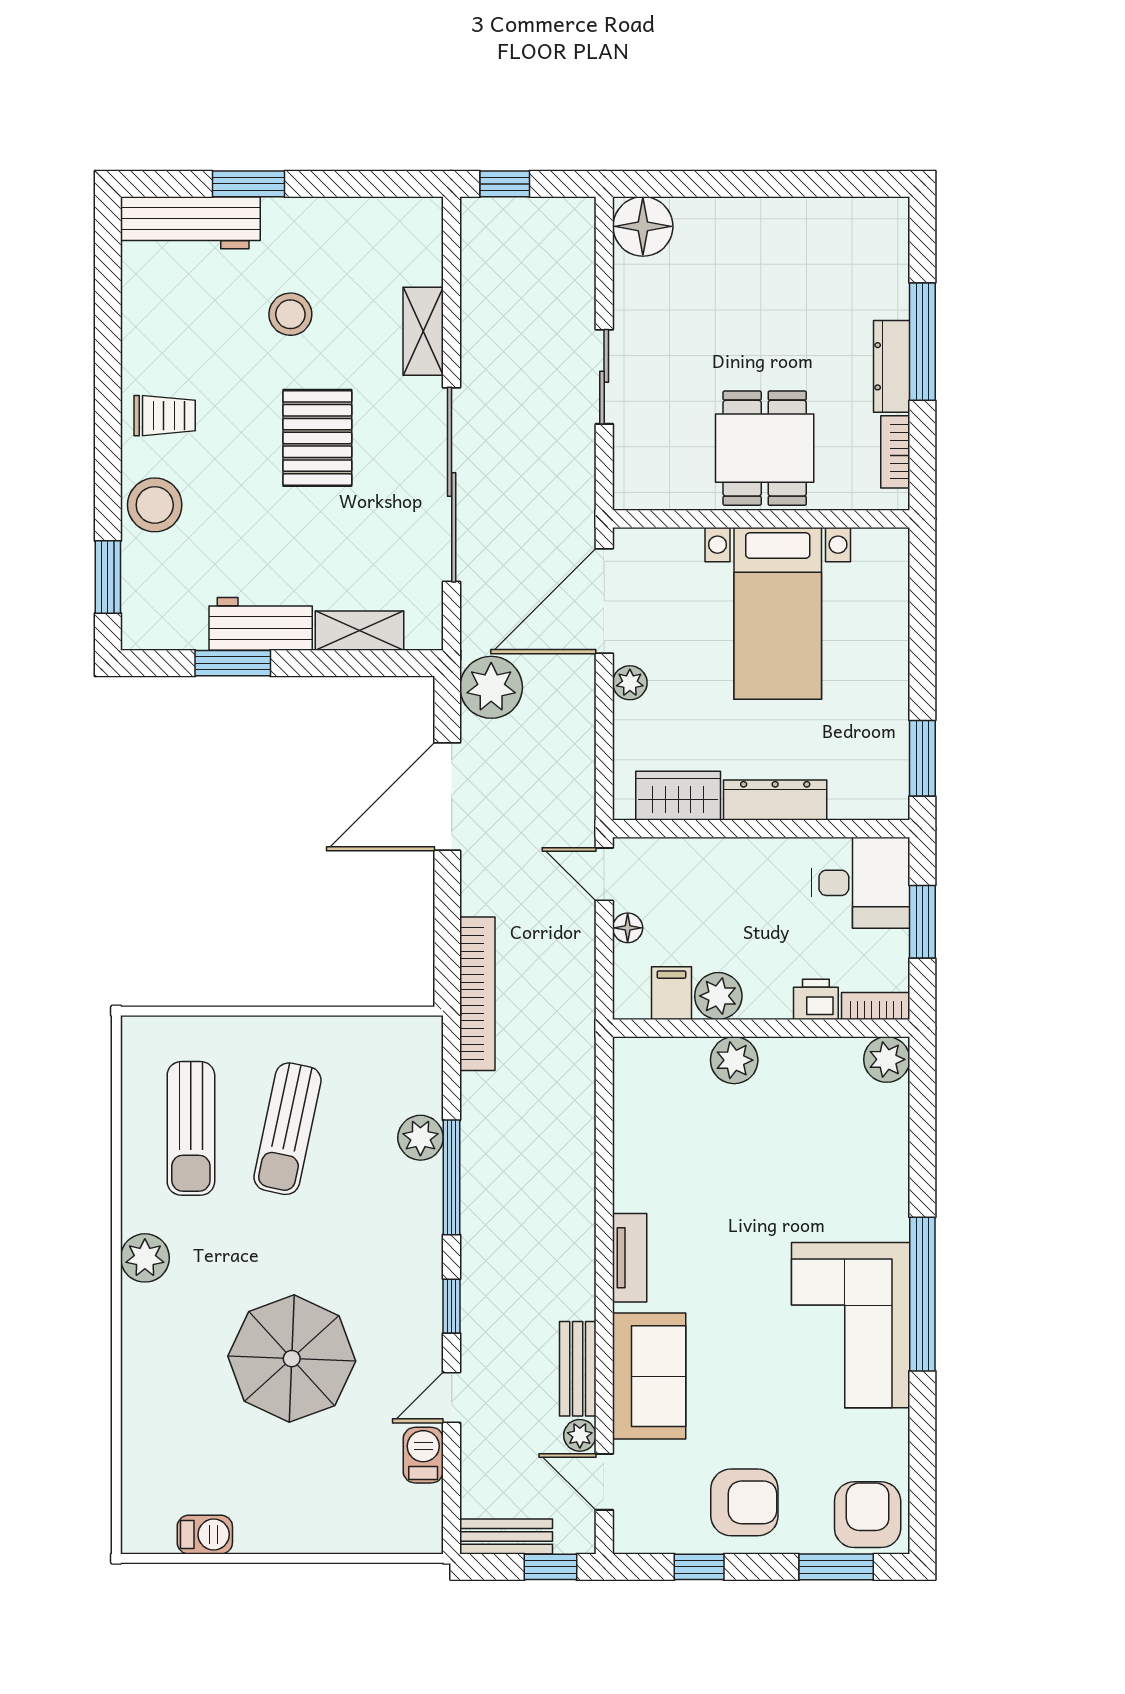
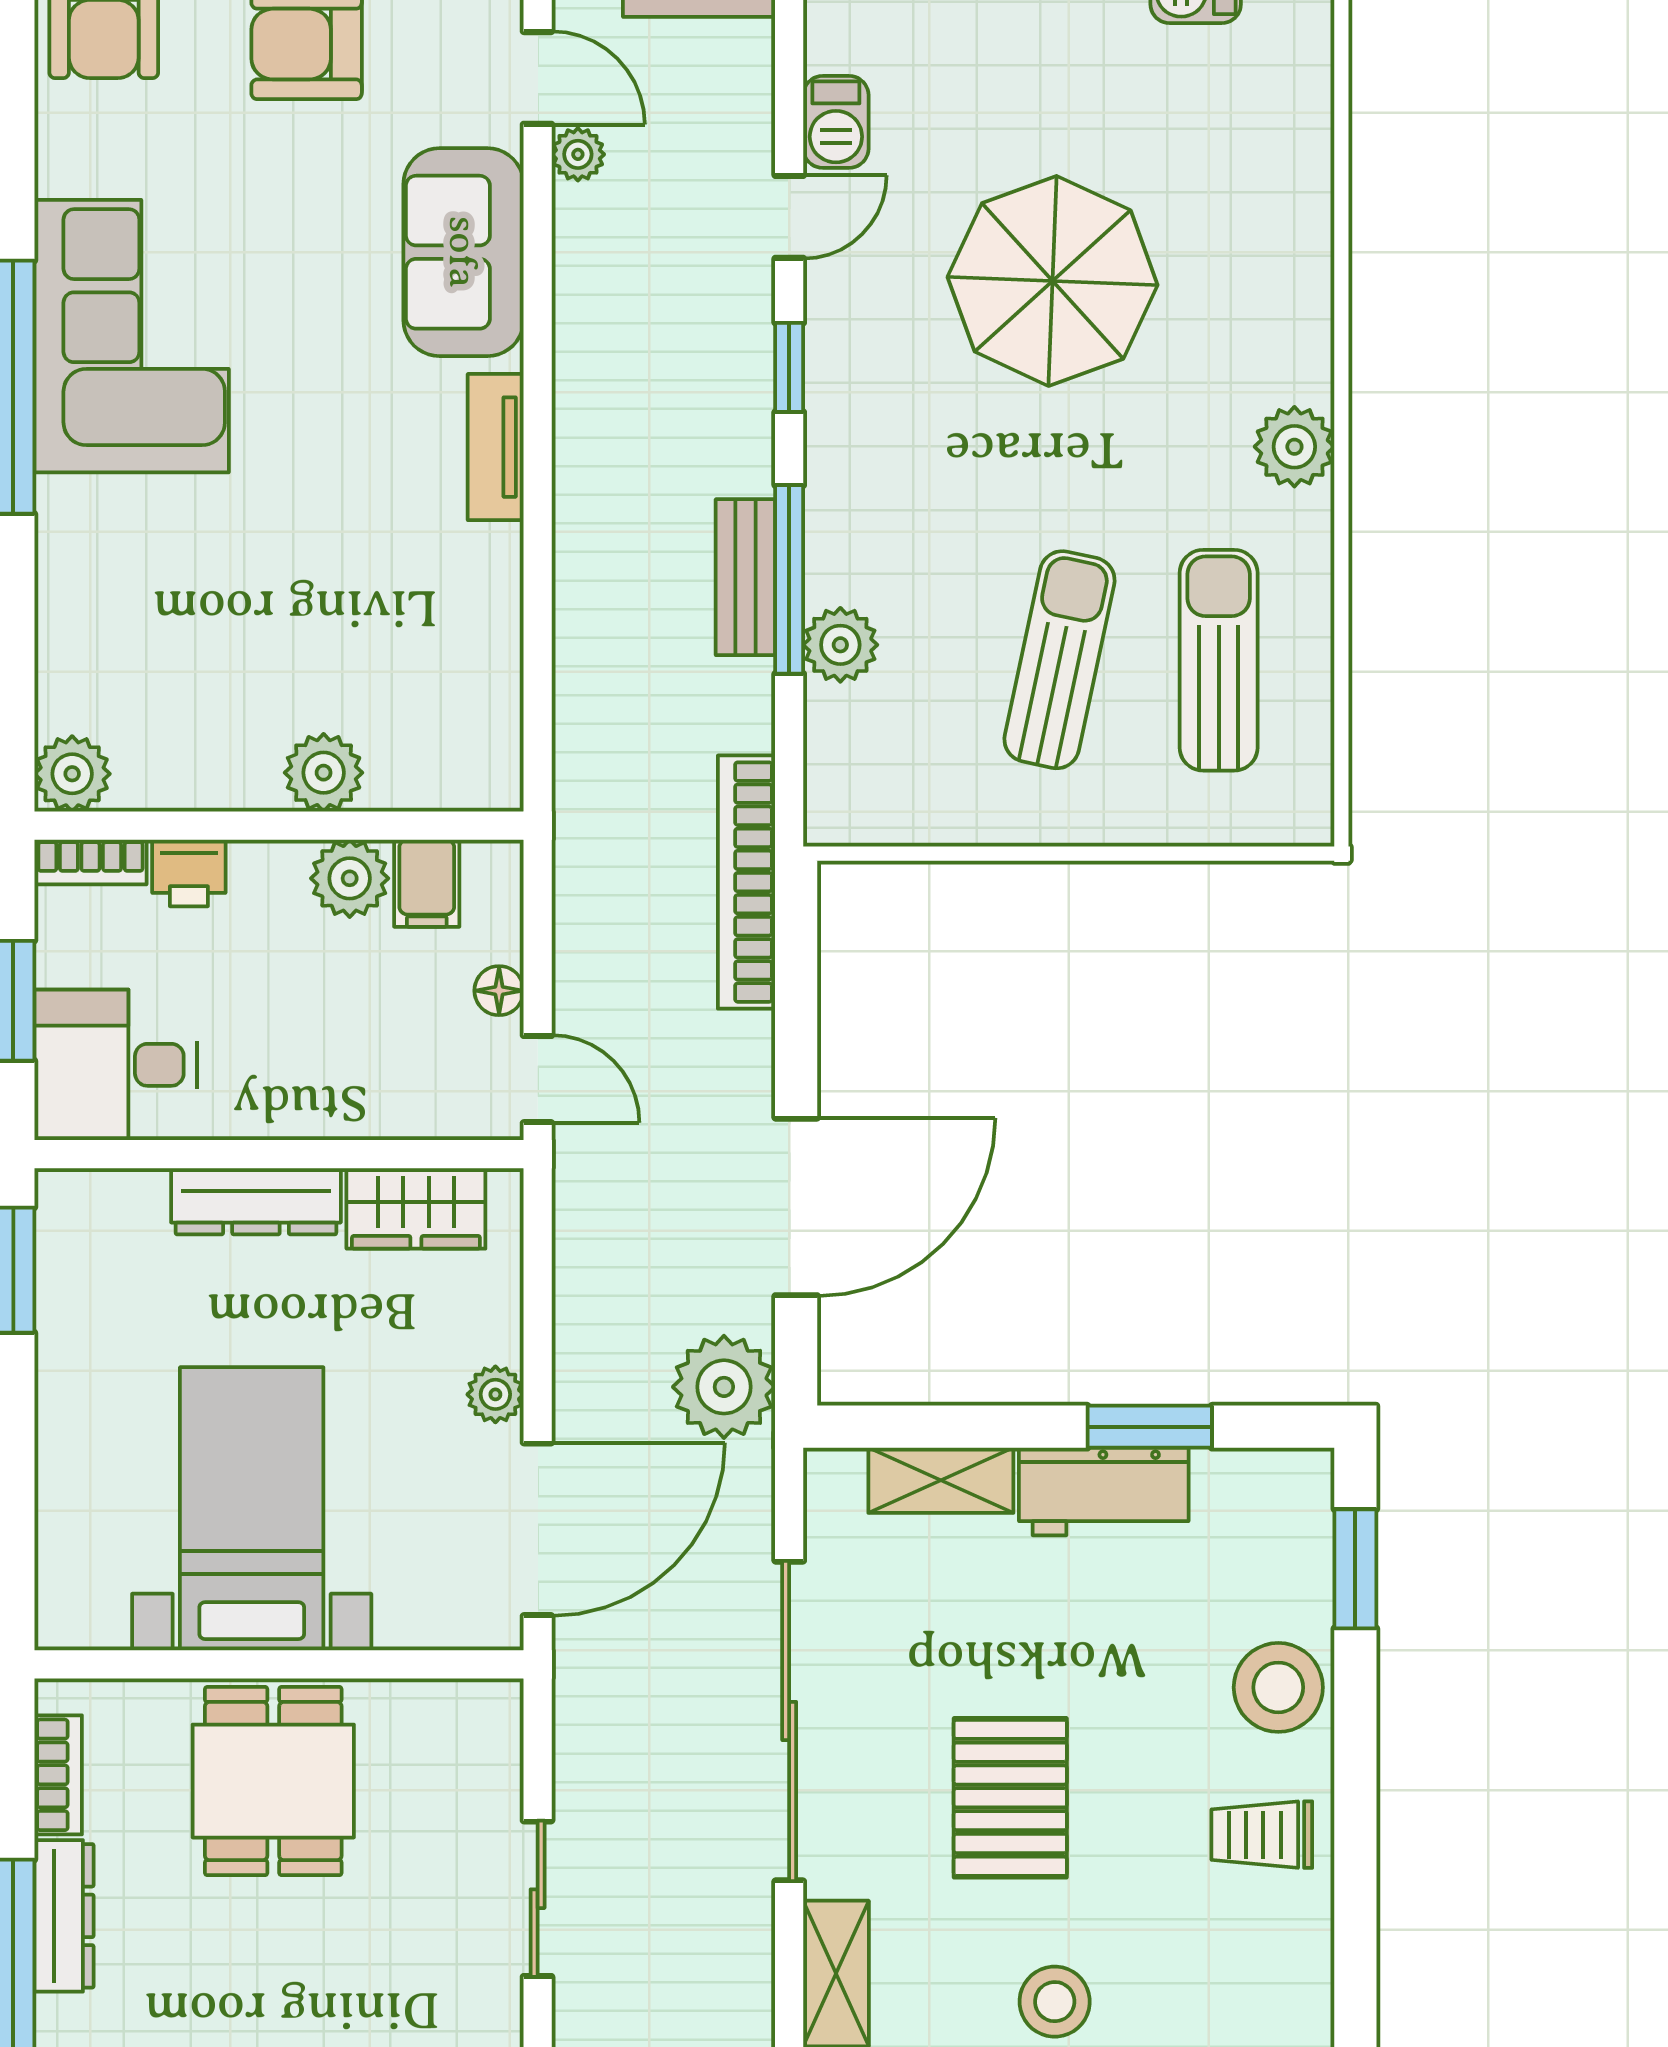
bench: (578, 1369) -> (745, 577), moved

